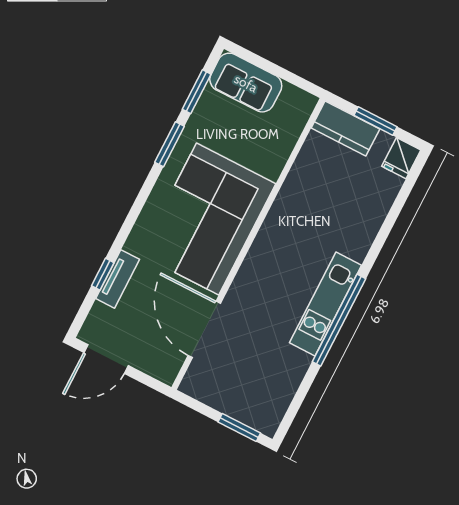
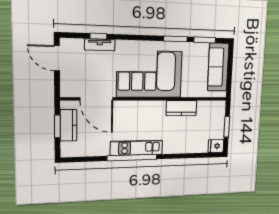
sofa: (246, 83) -> (218, 67), width x1.36
kitchen counter: (345, 128) -> (181, 108), moved, turned -90
door: (204, 329) -> (96, 99), swing flipped
kitchen counter: (225, 398) -> (68, 125), added
window: (239, 427) -> (57, 126), moved

